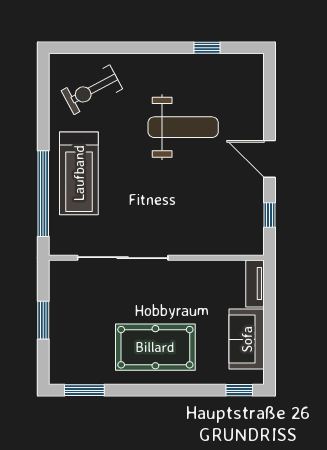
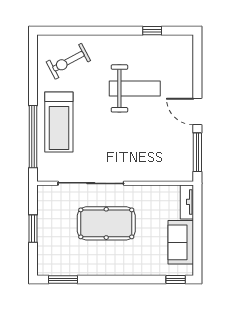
window: (269, 215) -> (197, 152), width x2.17
pool table: (155, 347) -> (106, 223), moved

